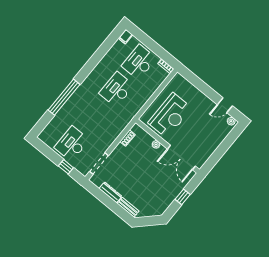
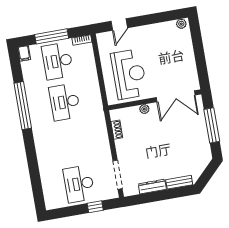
window: (152, 45) -> (52, 36), added
window: (64, 97) -> (23, 106), moved
door: (225, 105) -> (119, 25), moved
window: (183, 197) -> (212, 125), width x2.17

